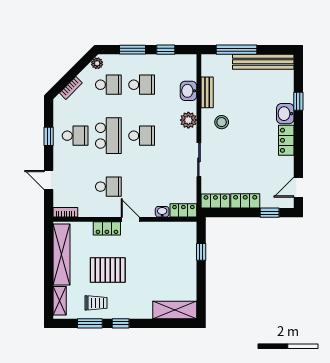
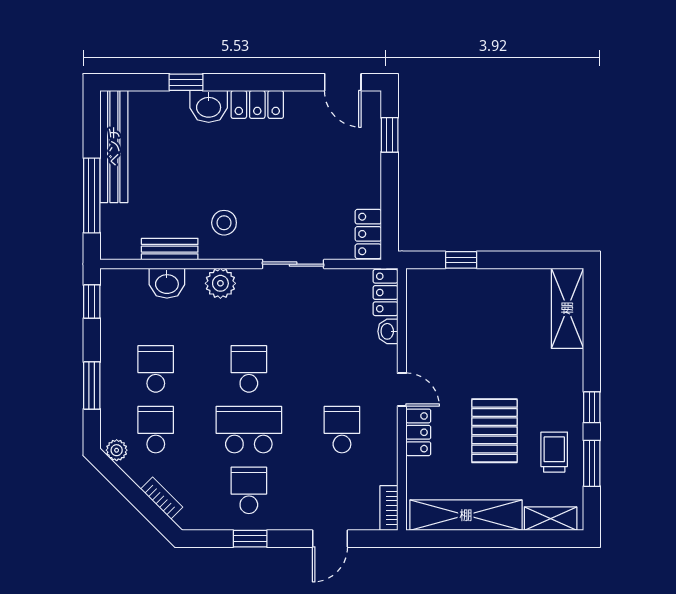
window: (166, 50) -> (92, 302), moved
locker: (245, 201) -> (368, 180), removed
door: (130, 219) -> (402, 390), swing flipped

